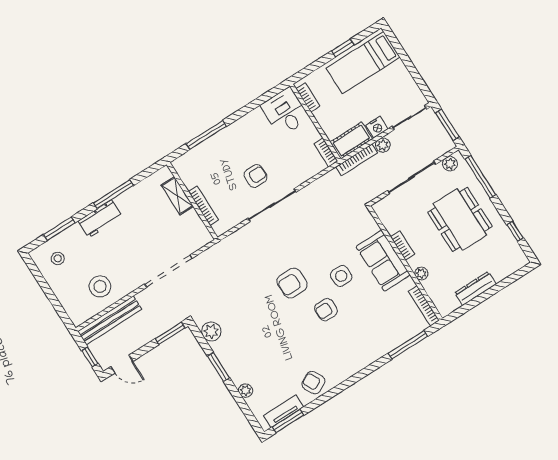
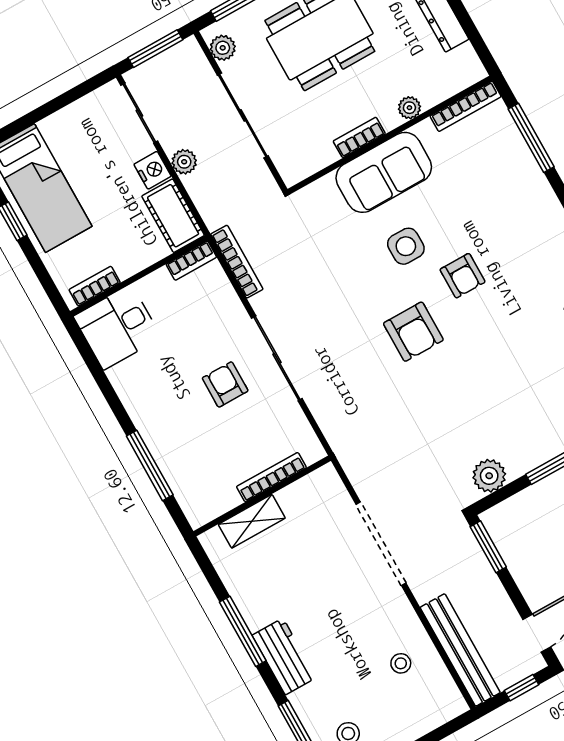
bookcase: (357, 160) -> (237, 262), moved
stool: (100, 286) -> (401, 663), width x0.53, depth x0.53

